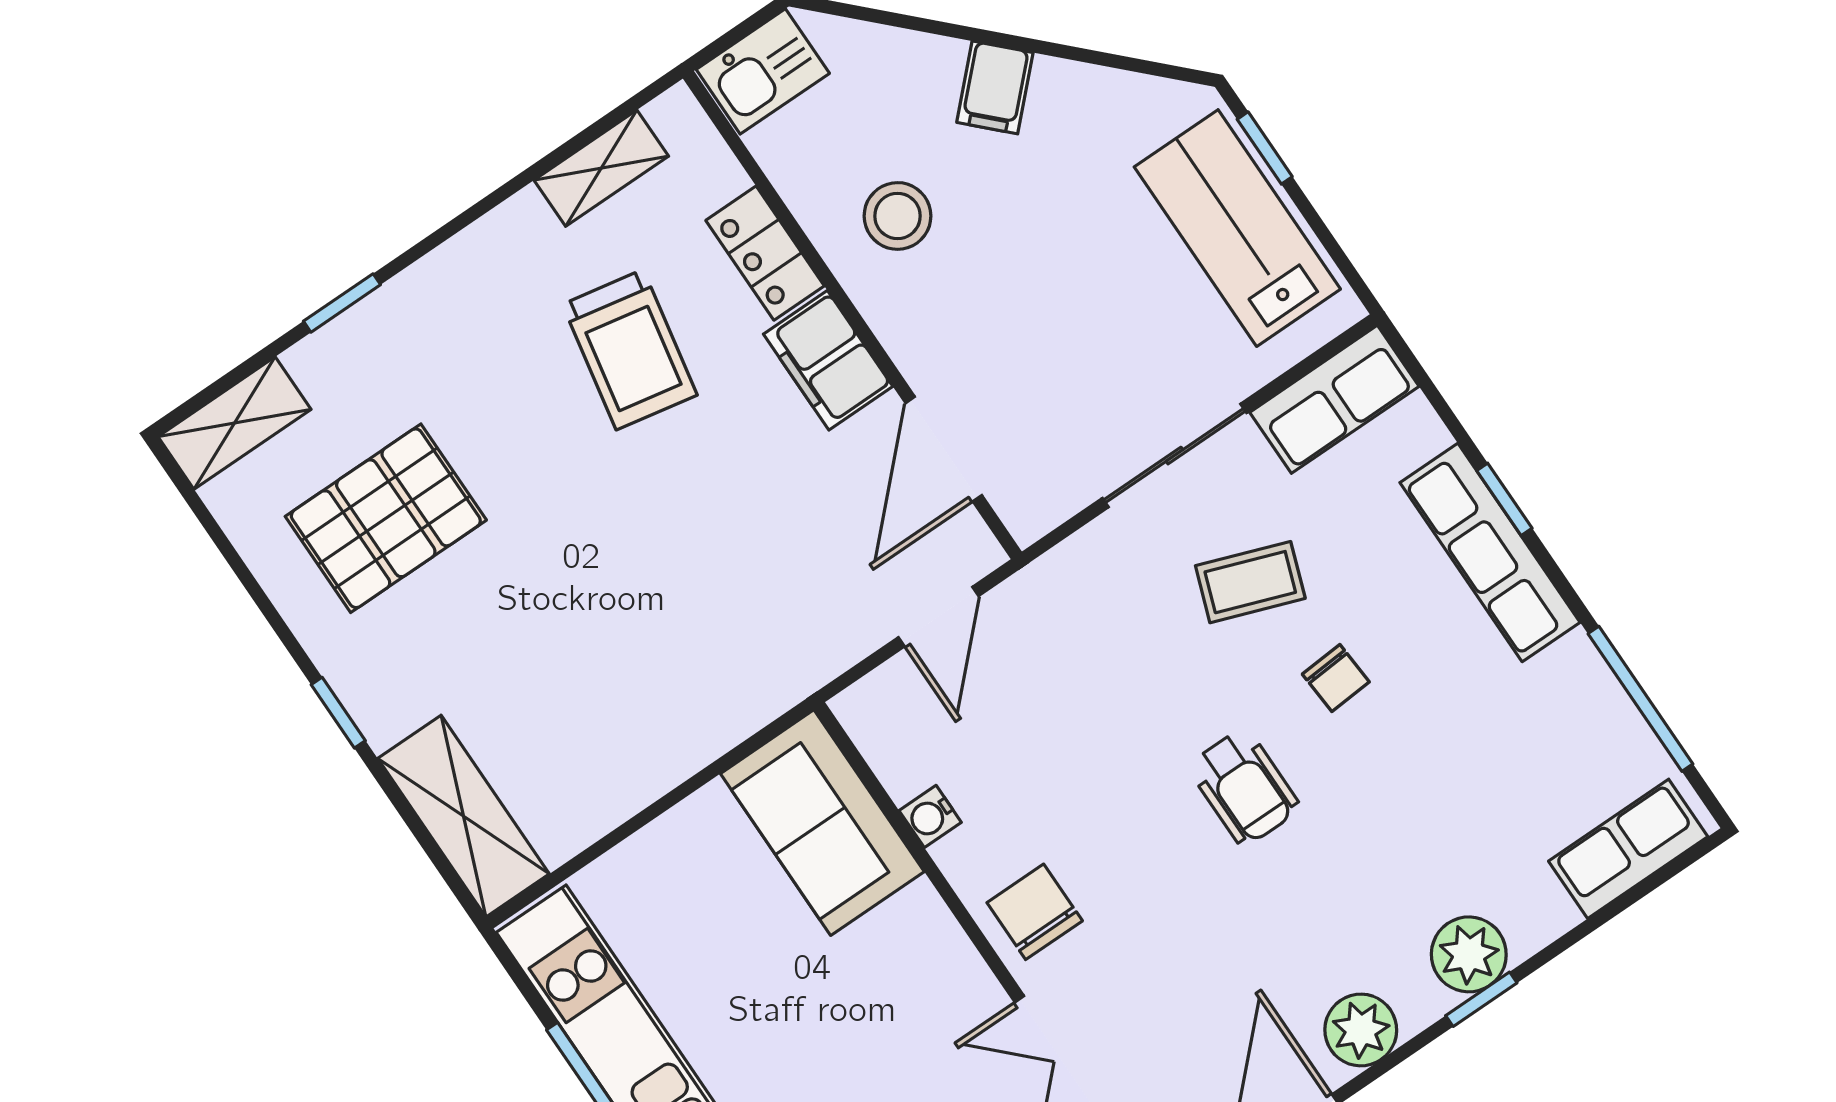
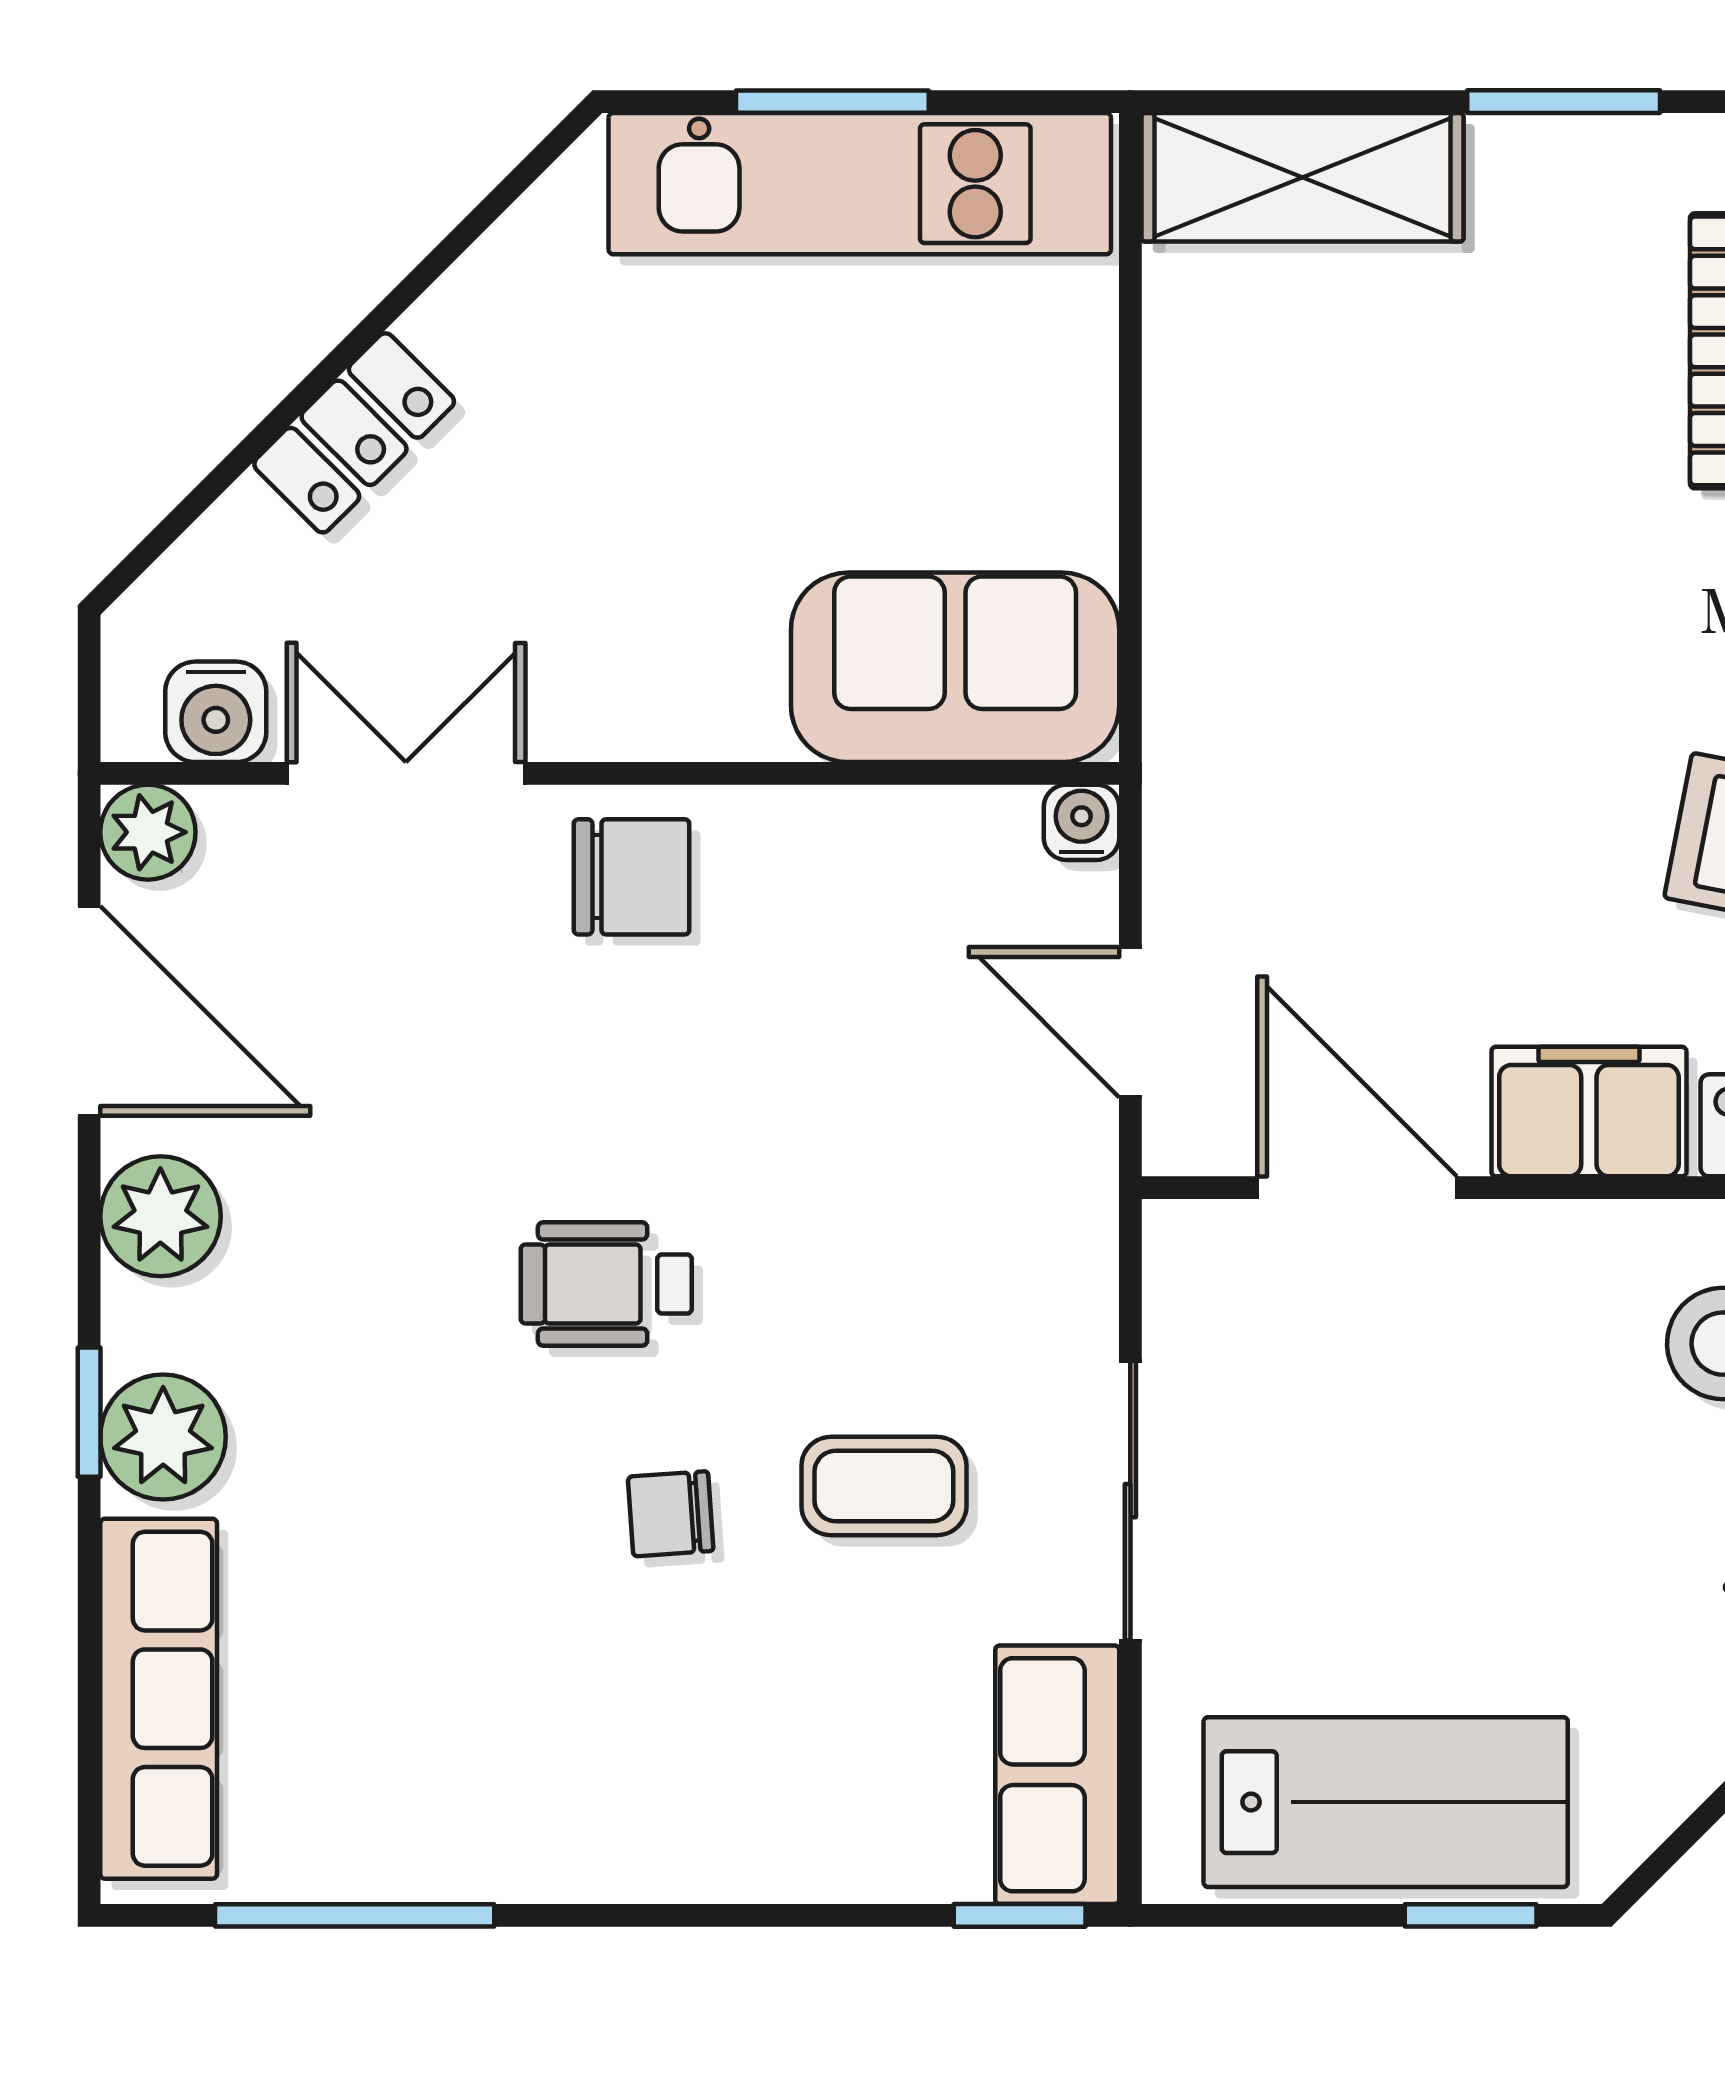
window: (1504, 499) -> (1020, 1915), moved
row of seats: (1490, 552) -> (699, 1845), removed
coffee table: (1250, 582) -> (884, 1486), turned 70
window: (338, 713) -> (1564, 102), width x1.50
water cooler: (930, 816) -> (1081, 822), moved
row of seats: (1628, 849) -> (159, 1699), width x1.48

